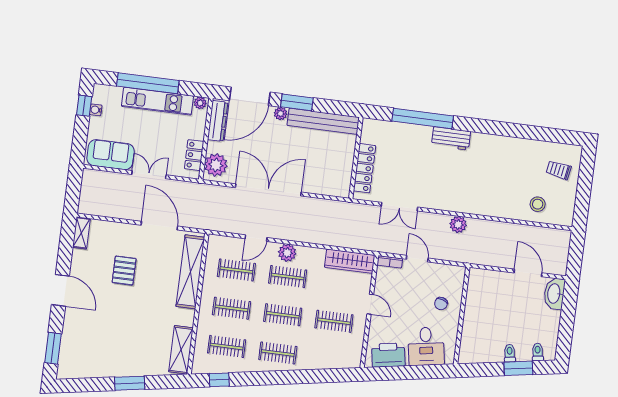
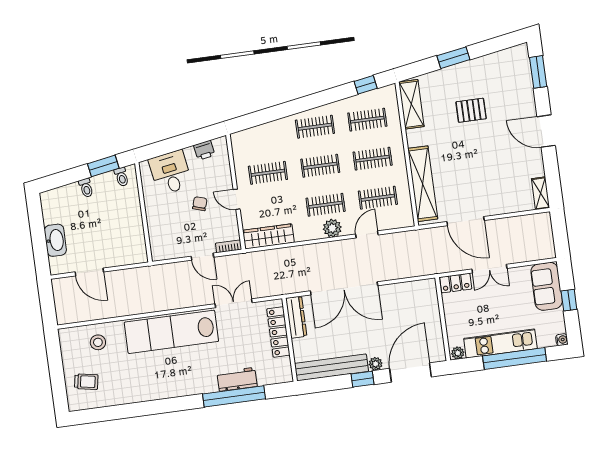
window: (297, 102) -> (362, 379), width x0.67
window: (84, 106) -> (569, 300), moved
water cooler: (96, 110) -> (562, 340), moved
dresser: (218, 121) -> (296, 317), moved, turned 180
workbench: (451, 138) -> (237, 379), moved
sofa: (111, 155) -> (547, 286), moved, turned 90
locker: (194, 155) -> (456, 283), moved, turned 90
plant: (216, 165) -> (426, 296), removed
double door: (268, 190) -> (344, 288), moved
lab bench: (466, 195) -> (171, 332), added
plant: (458, 224) -> (171, 301), removed
pallet: (124, 271) -> (471, 110), moved, turned 90
washbasin: (554, 294) -> (55, 240), moved
chair: (441, 304) -> (200, 204), moved
toilet: (538, 352) -> (122, 177), moved
printer: (388, 355) -> (204, 150), width x0.53, depth x0.68
window: (518, 368) -> (103, 166), moved

